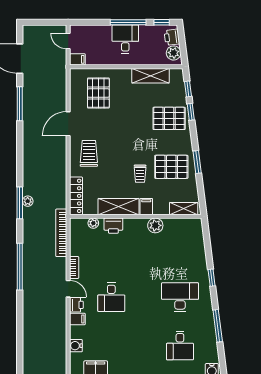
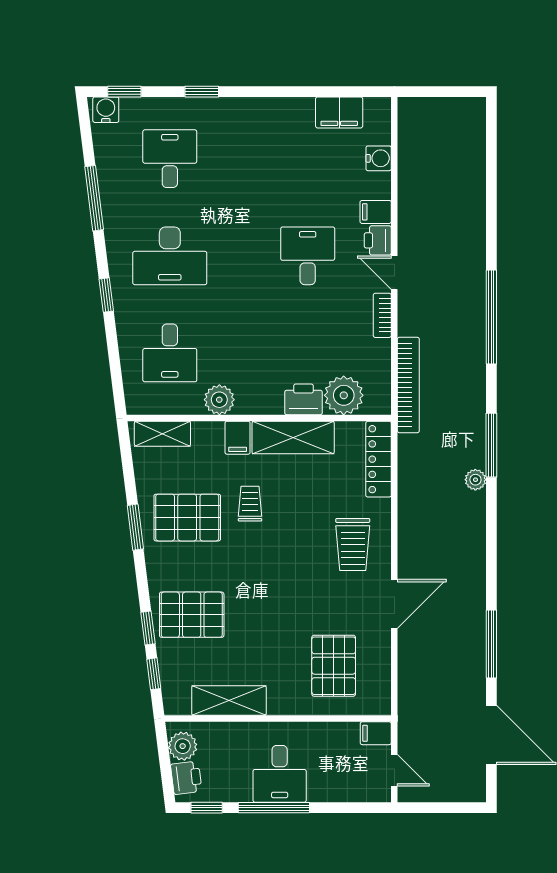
plant: (28, 201) -> (475, 480), moved
plant: (93, 223) -> (344, 395), width x1.88, depth x1.88
desk: (180, 249) -> (170, 353), added

